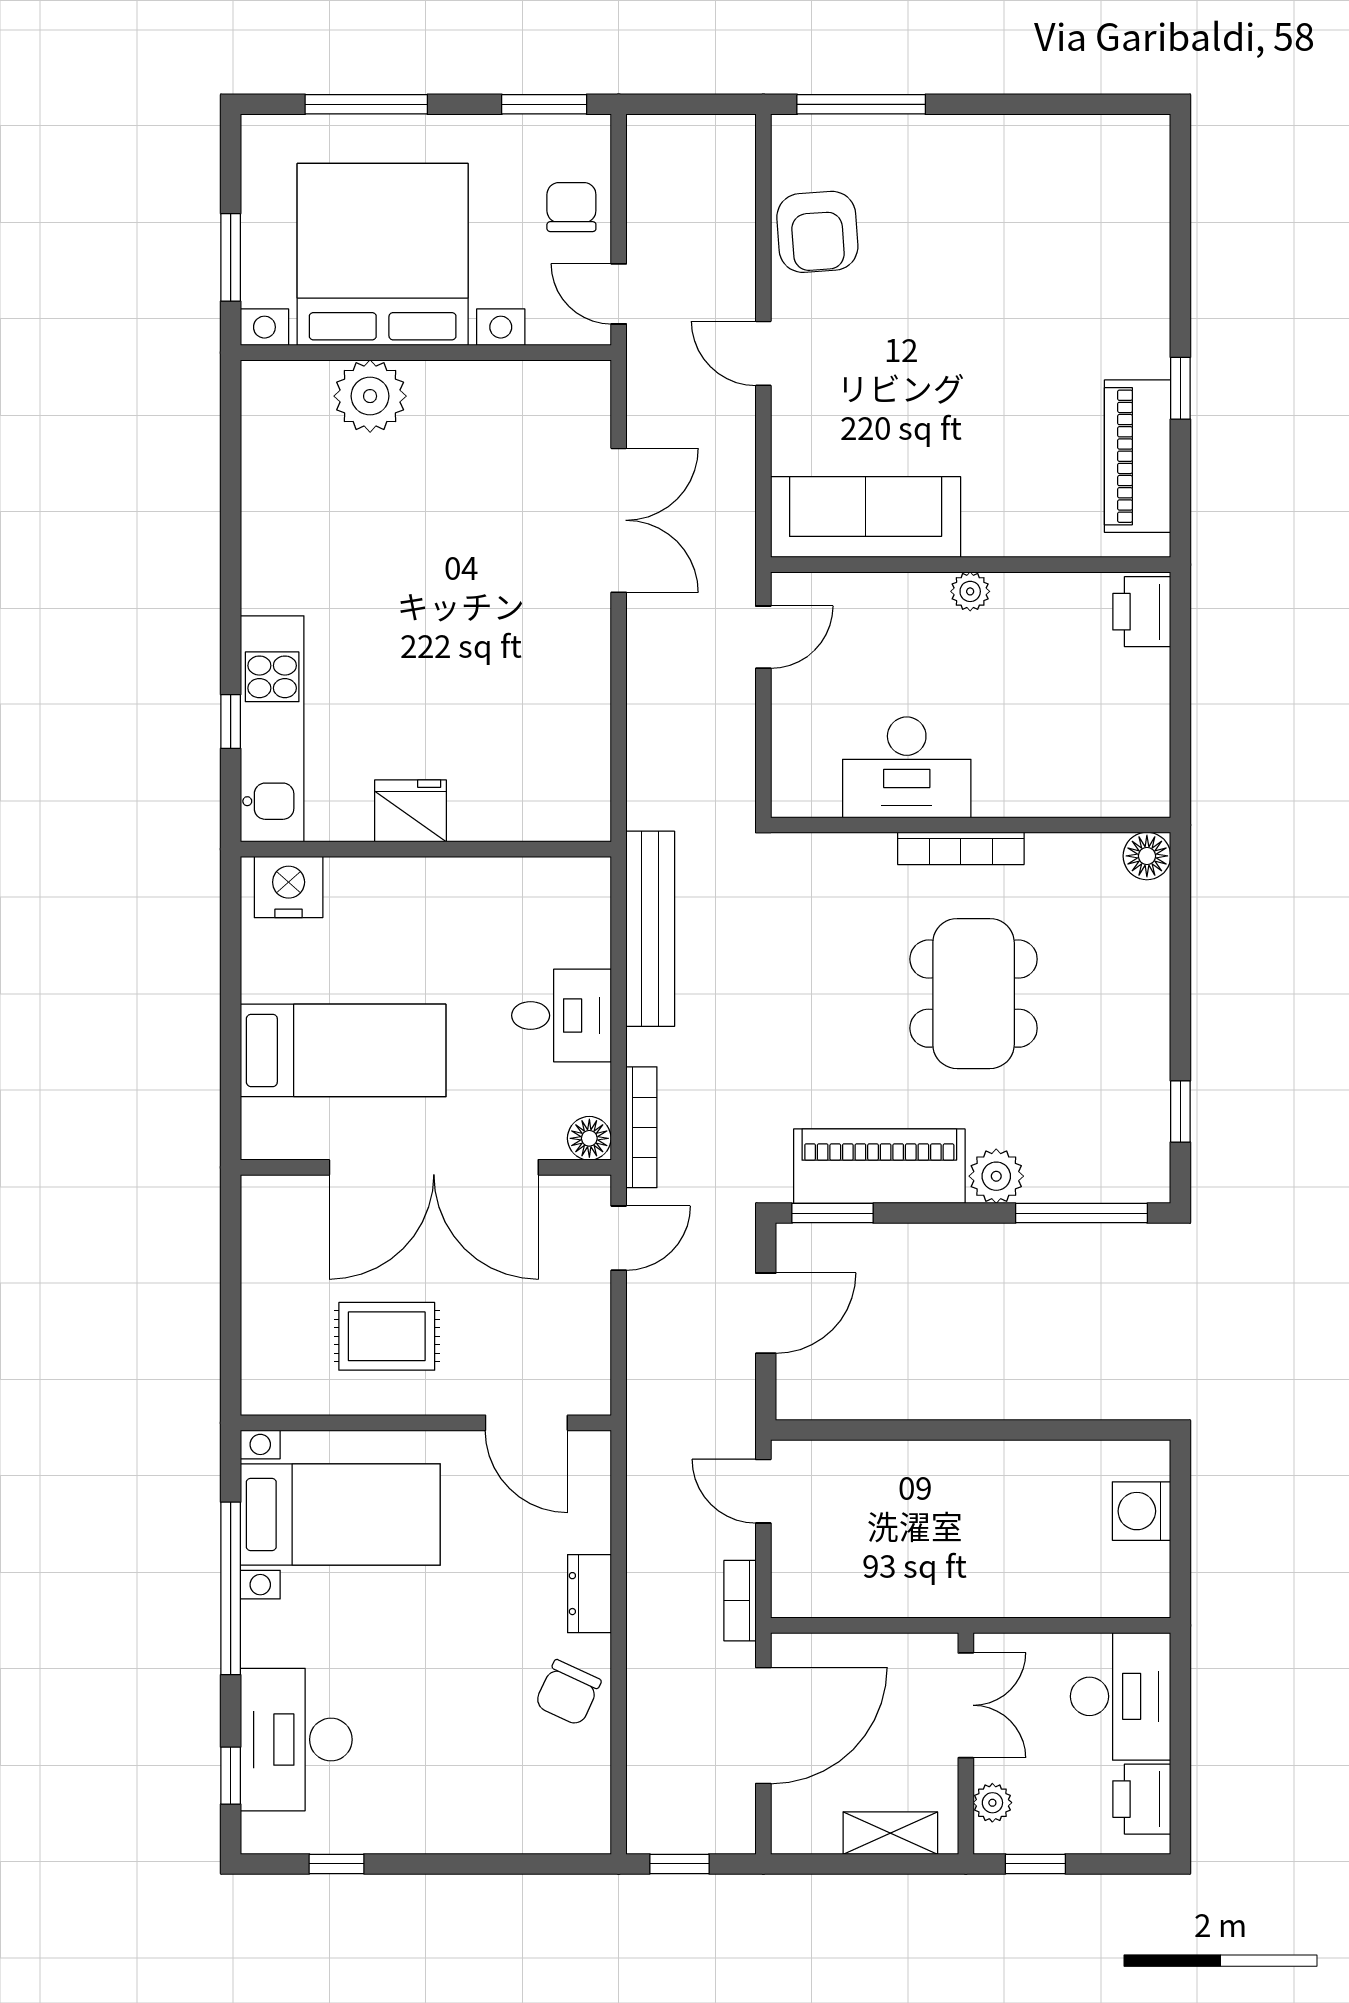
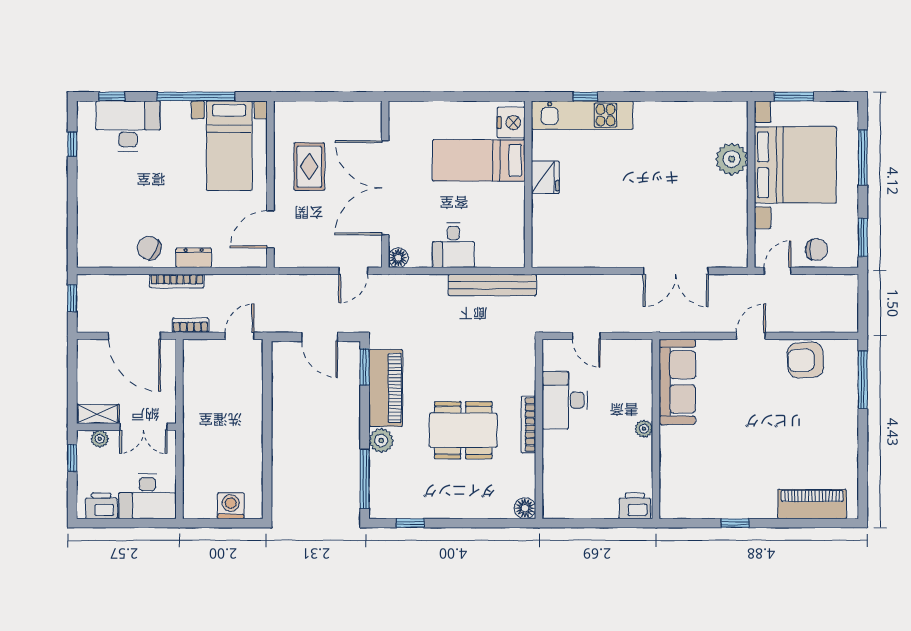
piano: (1138, 456) -> (812, 504), moved
door: (763, 637) -> (586, 336), moved
bed: (343, 1050) -> (479, 160), moved, turned 90
bookcase: (641, 1127) -> (177, 281), moved
door: (619, 1238) -> (353, 271), hinge flipped
shelving: (890, 1833) -> (98, 414), moved, turned 90

